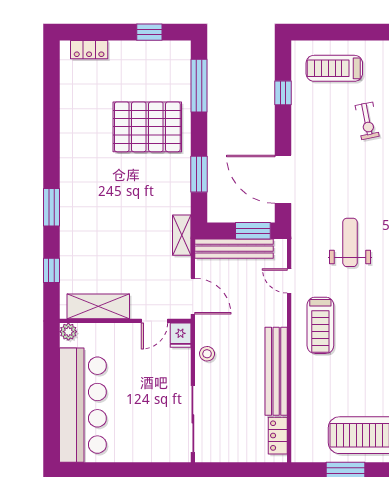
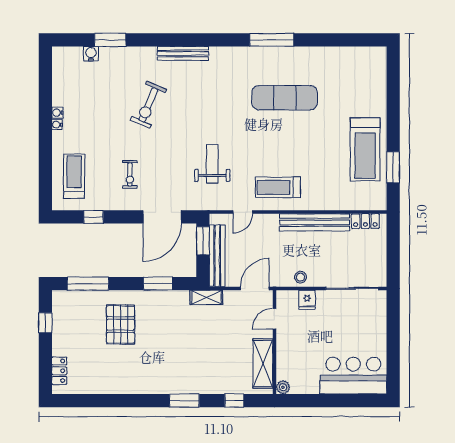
treadmill: (334, 68) -> (74, 176), turned 180
exercise bike: (367, 121) -> (130, 174), moved, turned 101
pallet: (147, 127) -> (121, 325), width x0.73, depth x0.71
weight bench: (350, 242) -> (212, 164), turned 90
door: (154, 321) -> (274, 319), swing flipped
treadmill: (320, 325) -> (278, 187), turned 180
fridge: (181, 335) -> (307, 300), moved, turned 90
bar counter: (83, 405) -> (353, 376), width x0.73

